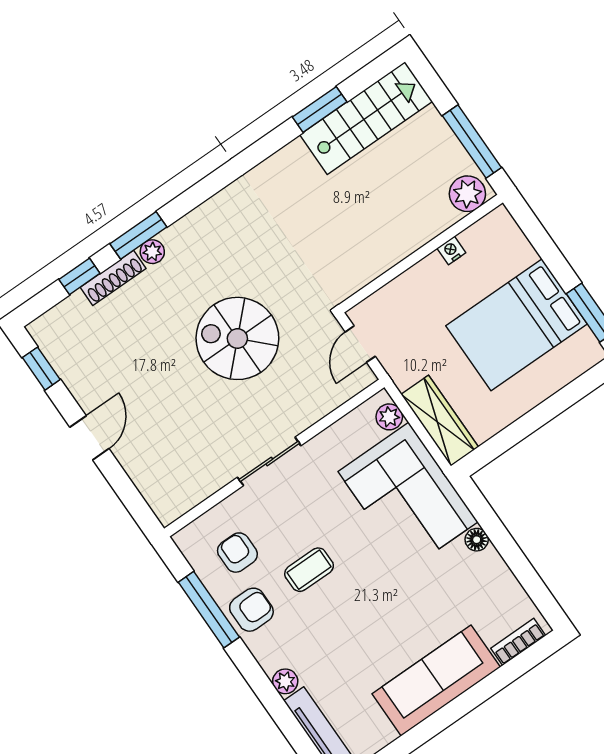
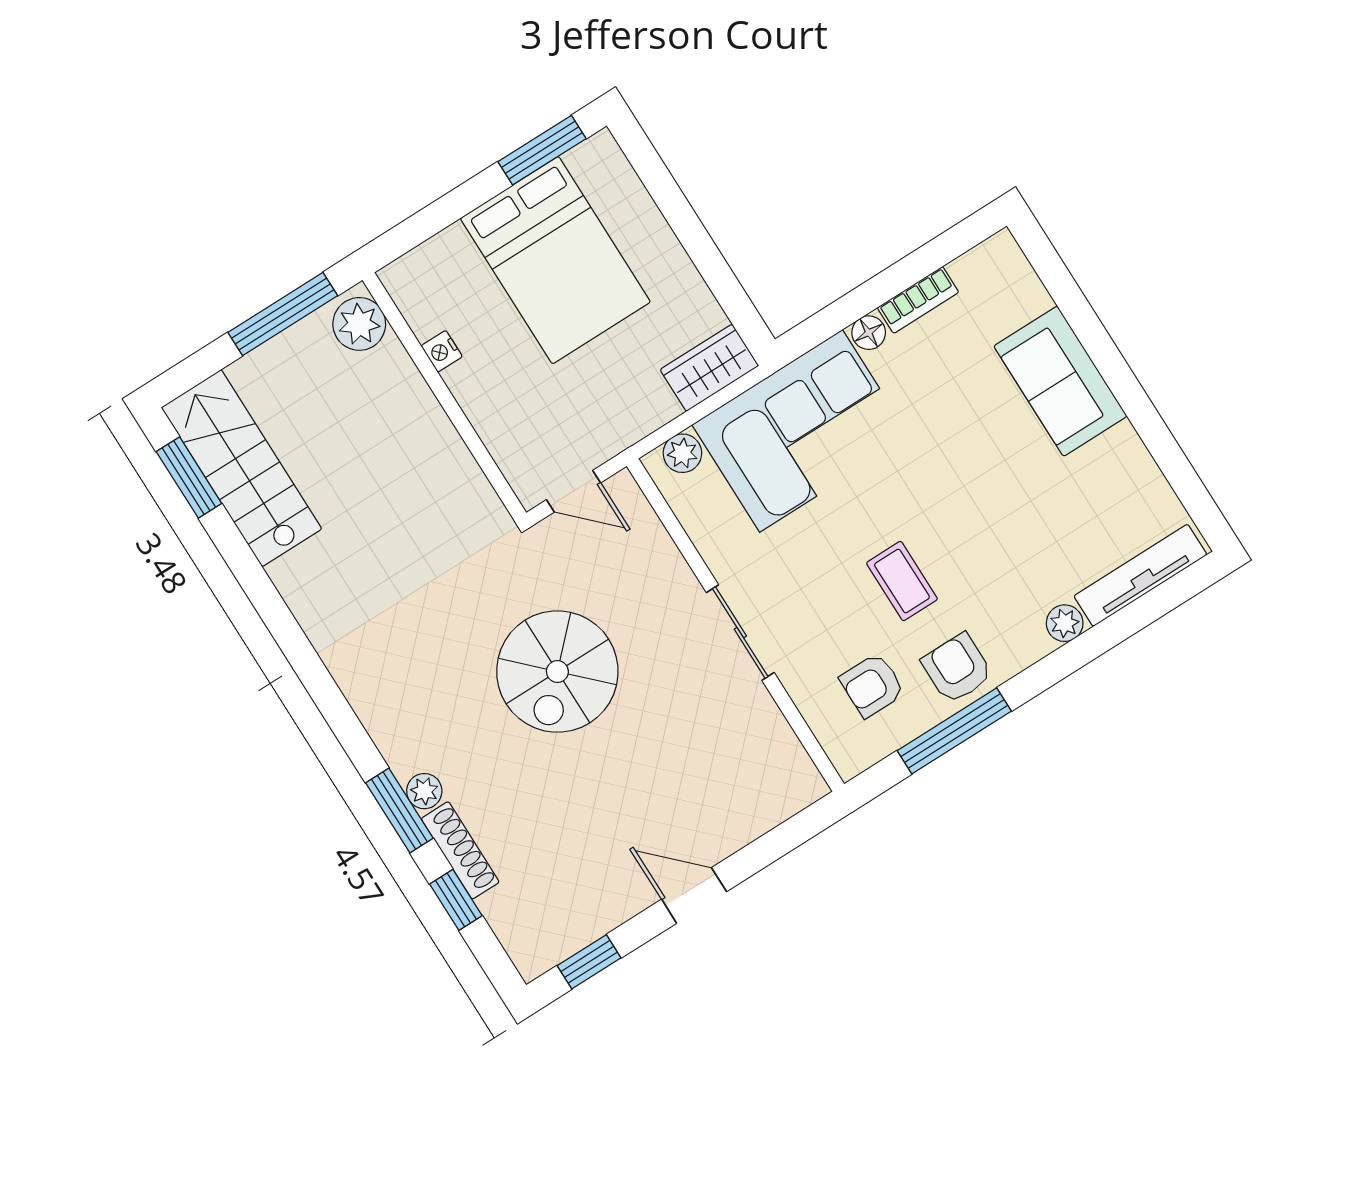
window: (320, 109) -> (189, 477), moved
wardrobe: (440, 421) -> (709, 368), width x0.67
bookcase: (518, 642) -> (918, 300), moved, turned -90
sofa: (436, 680) -> (1060, 381), width x0.73

